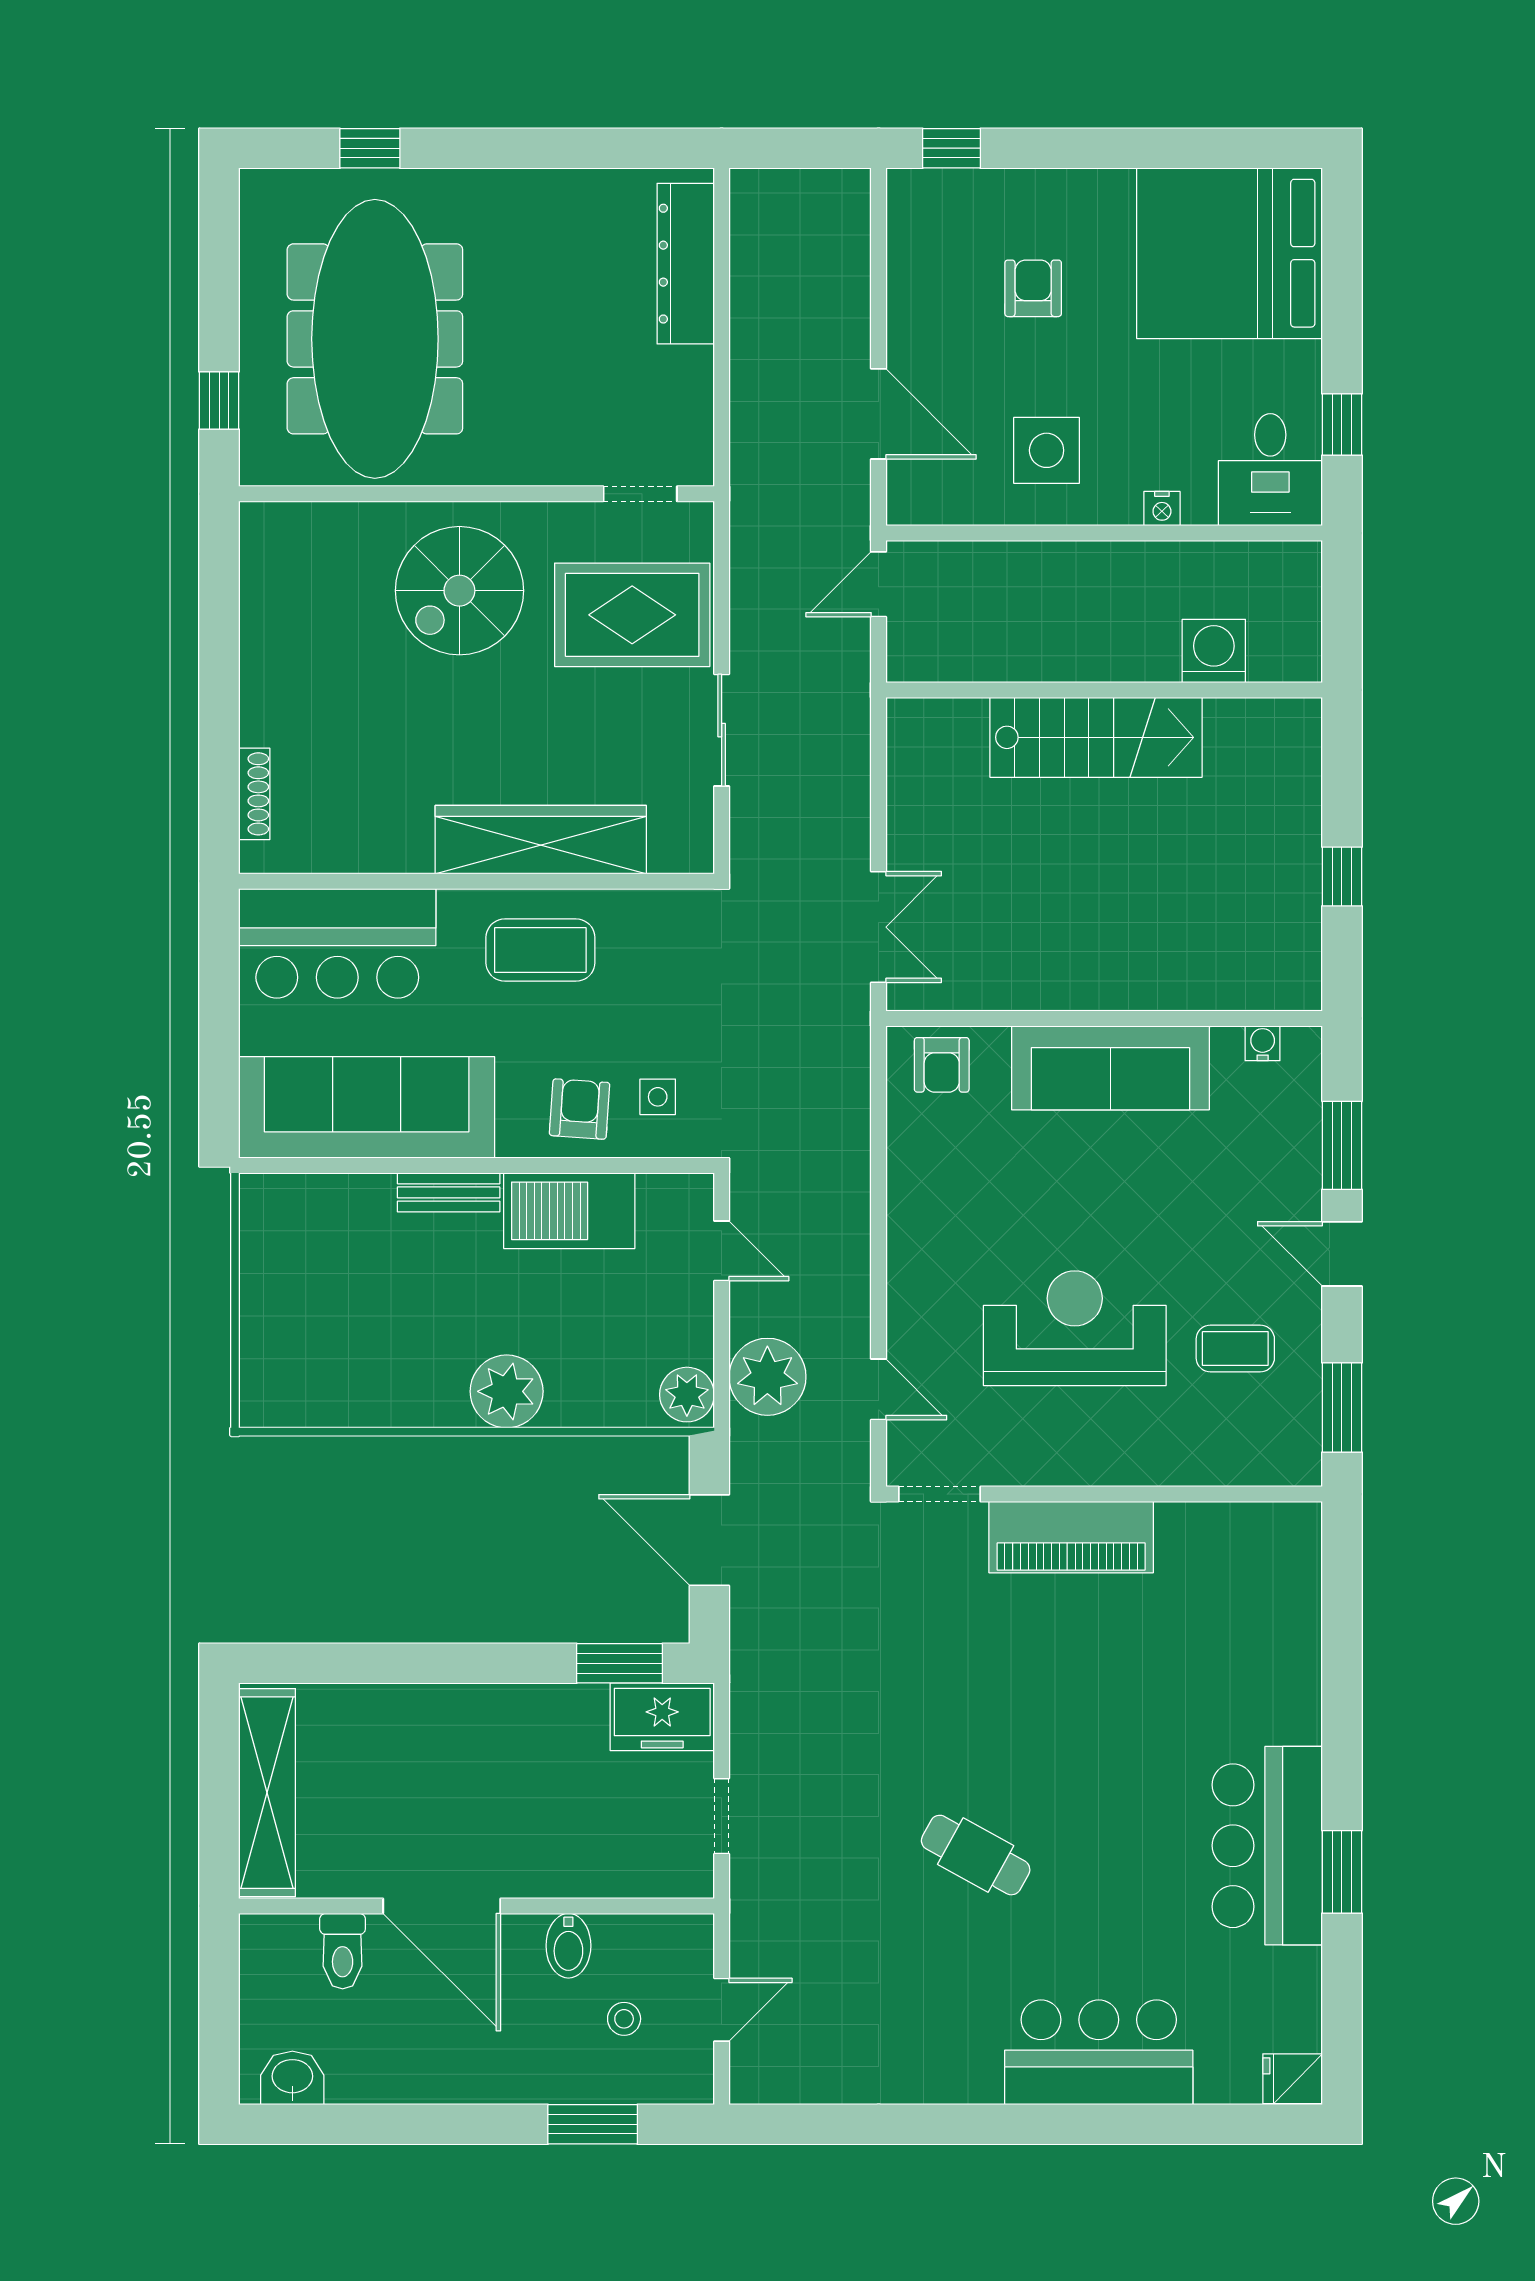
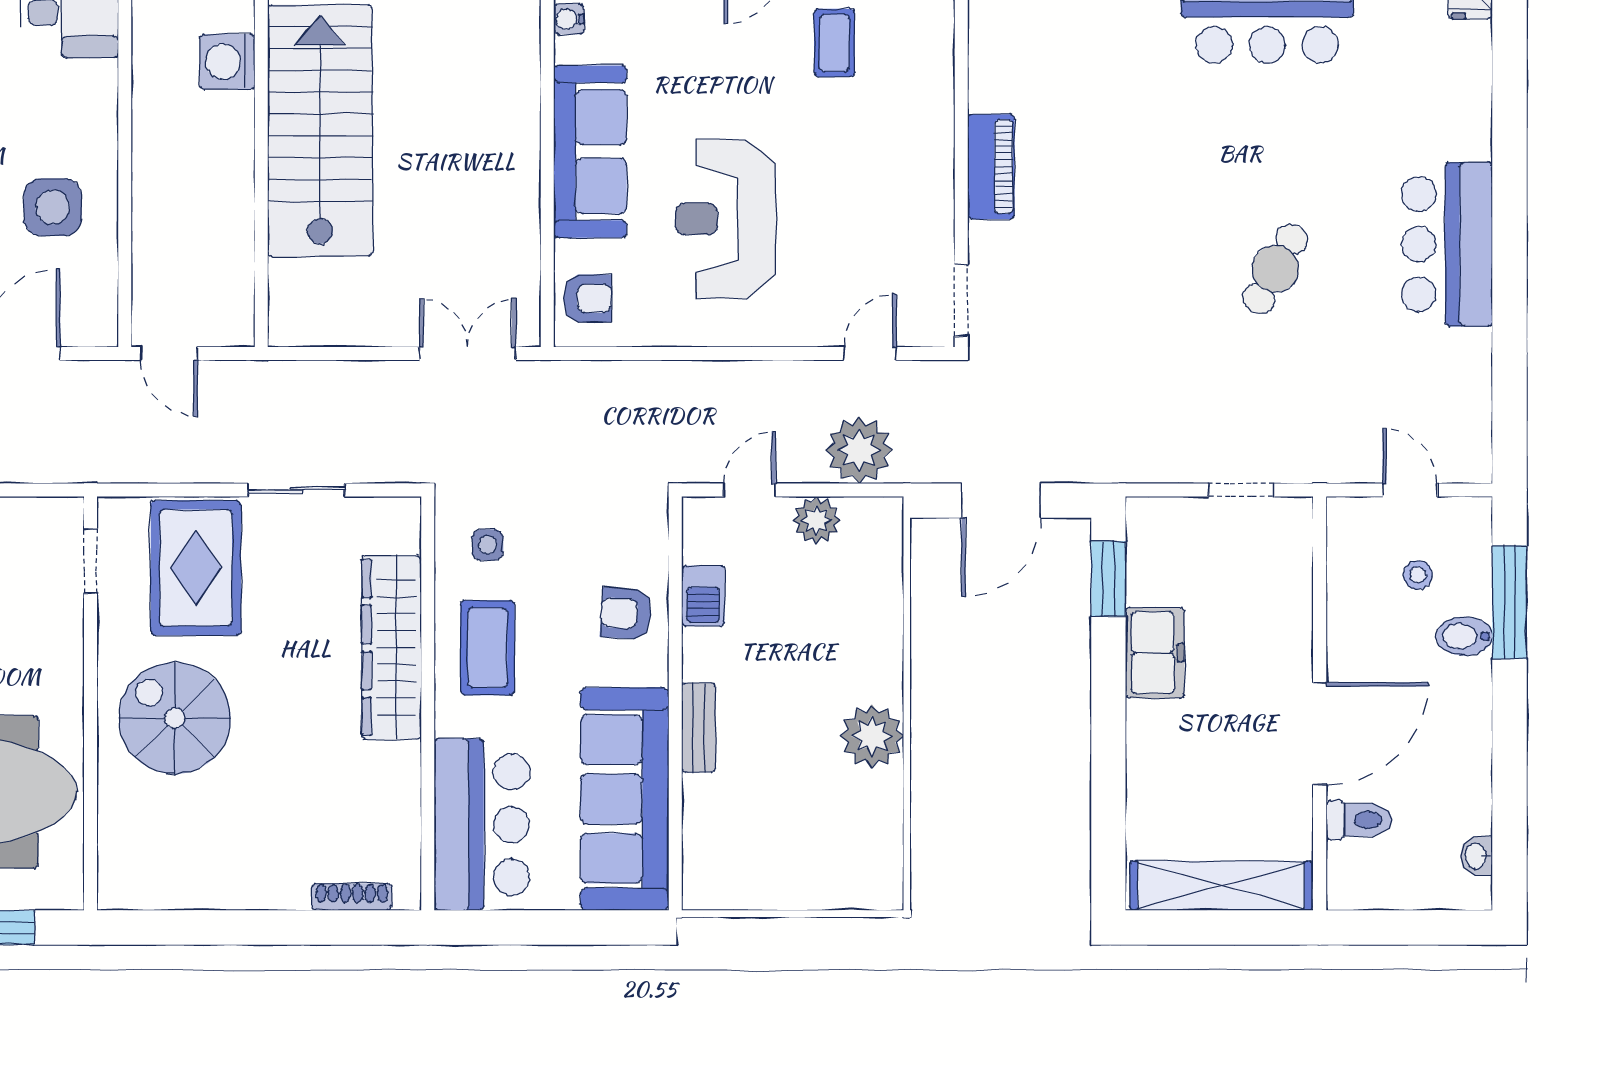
nightstand: (1162, 509) -> (103, 107), removed
spiral stairs: (459, 591) -> (175, 718), turned 180
stairs: (1096, 737) -> (320, 131), width x1.36, depth x1.51
side table: (658, 1097) -> (488, 545), moved
barbecue: (569, 1211) -> (703, 596), width x0.53, depth x0.65
reception desk: (1075, 1328) -> (726, 219), moved
plant: (507, 1391) -> (872, 736), moved
plant: (687, 1395) -> (817, 520), moved
piano: (1071, 1537) -> (991, 167), width x0.73, depth x0.75
freezer: (662, 1717) -> (1155, 653), moved
bidet: (568, 1946) -> (1464, 636), moved, turned 180
bar counter: (1099, 2052) -> (1447, 244), moved
washbasin: (292, 2078) -> (1476, 856), width x0.72, depth x0.69
window: (593, 2124) -> (1510, 602), width x1.44

